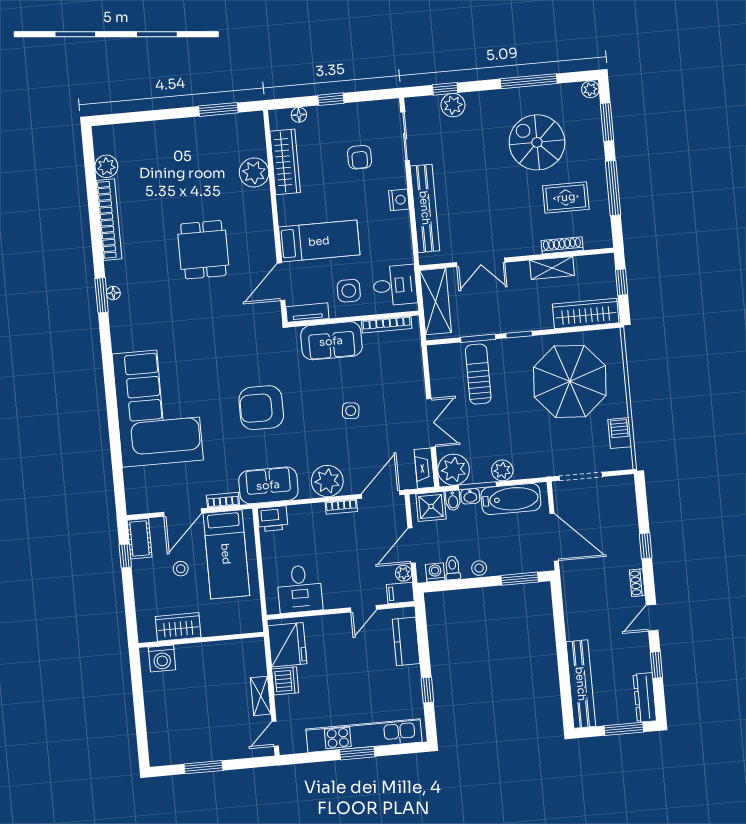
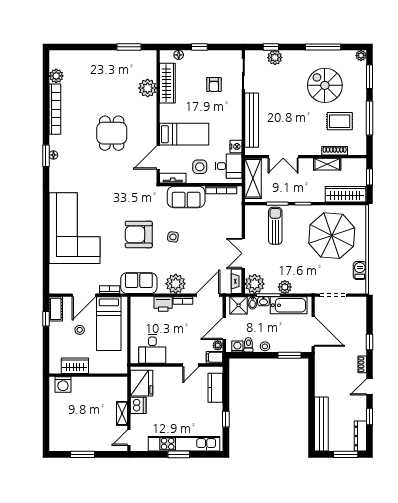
nightstand: (399, 200) -> (236, 146), moved
side table: (351, 411) -> (173, 237), moved
double door: (431, 423) -> (243, 253), swing flipped
printer: (273, 519) -> (163, 304), moved

